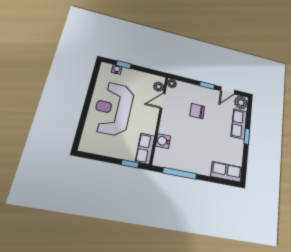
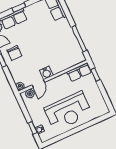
door: (163, 101) -> (38, 84), hinge flipped
chair: (197, 111) -> (14, 53), moved
water cooler: (163, 141) -> (46, 73), moved

